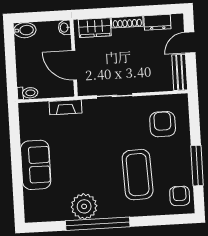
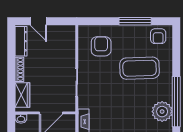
dresser: (157, 22) -> (21, 41), width x1.44
bench: (180, 72) -> (61, 31), removed
armchair: (163, 124) -> (101, 46), turned 90
armchair: (180, 196) -> (158, 36), turned -90

